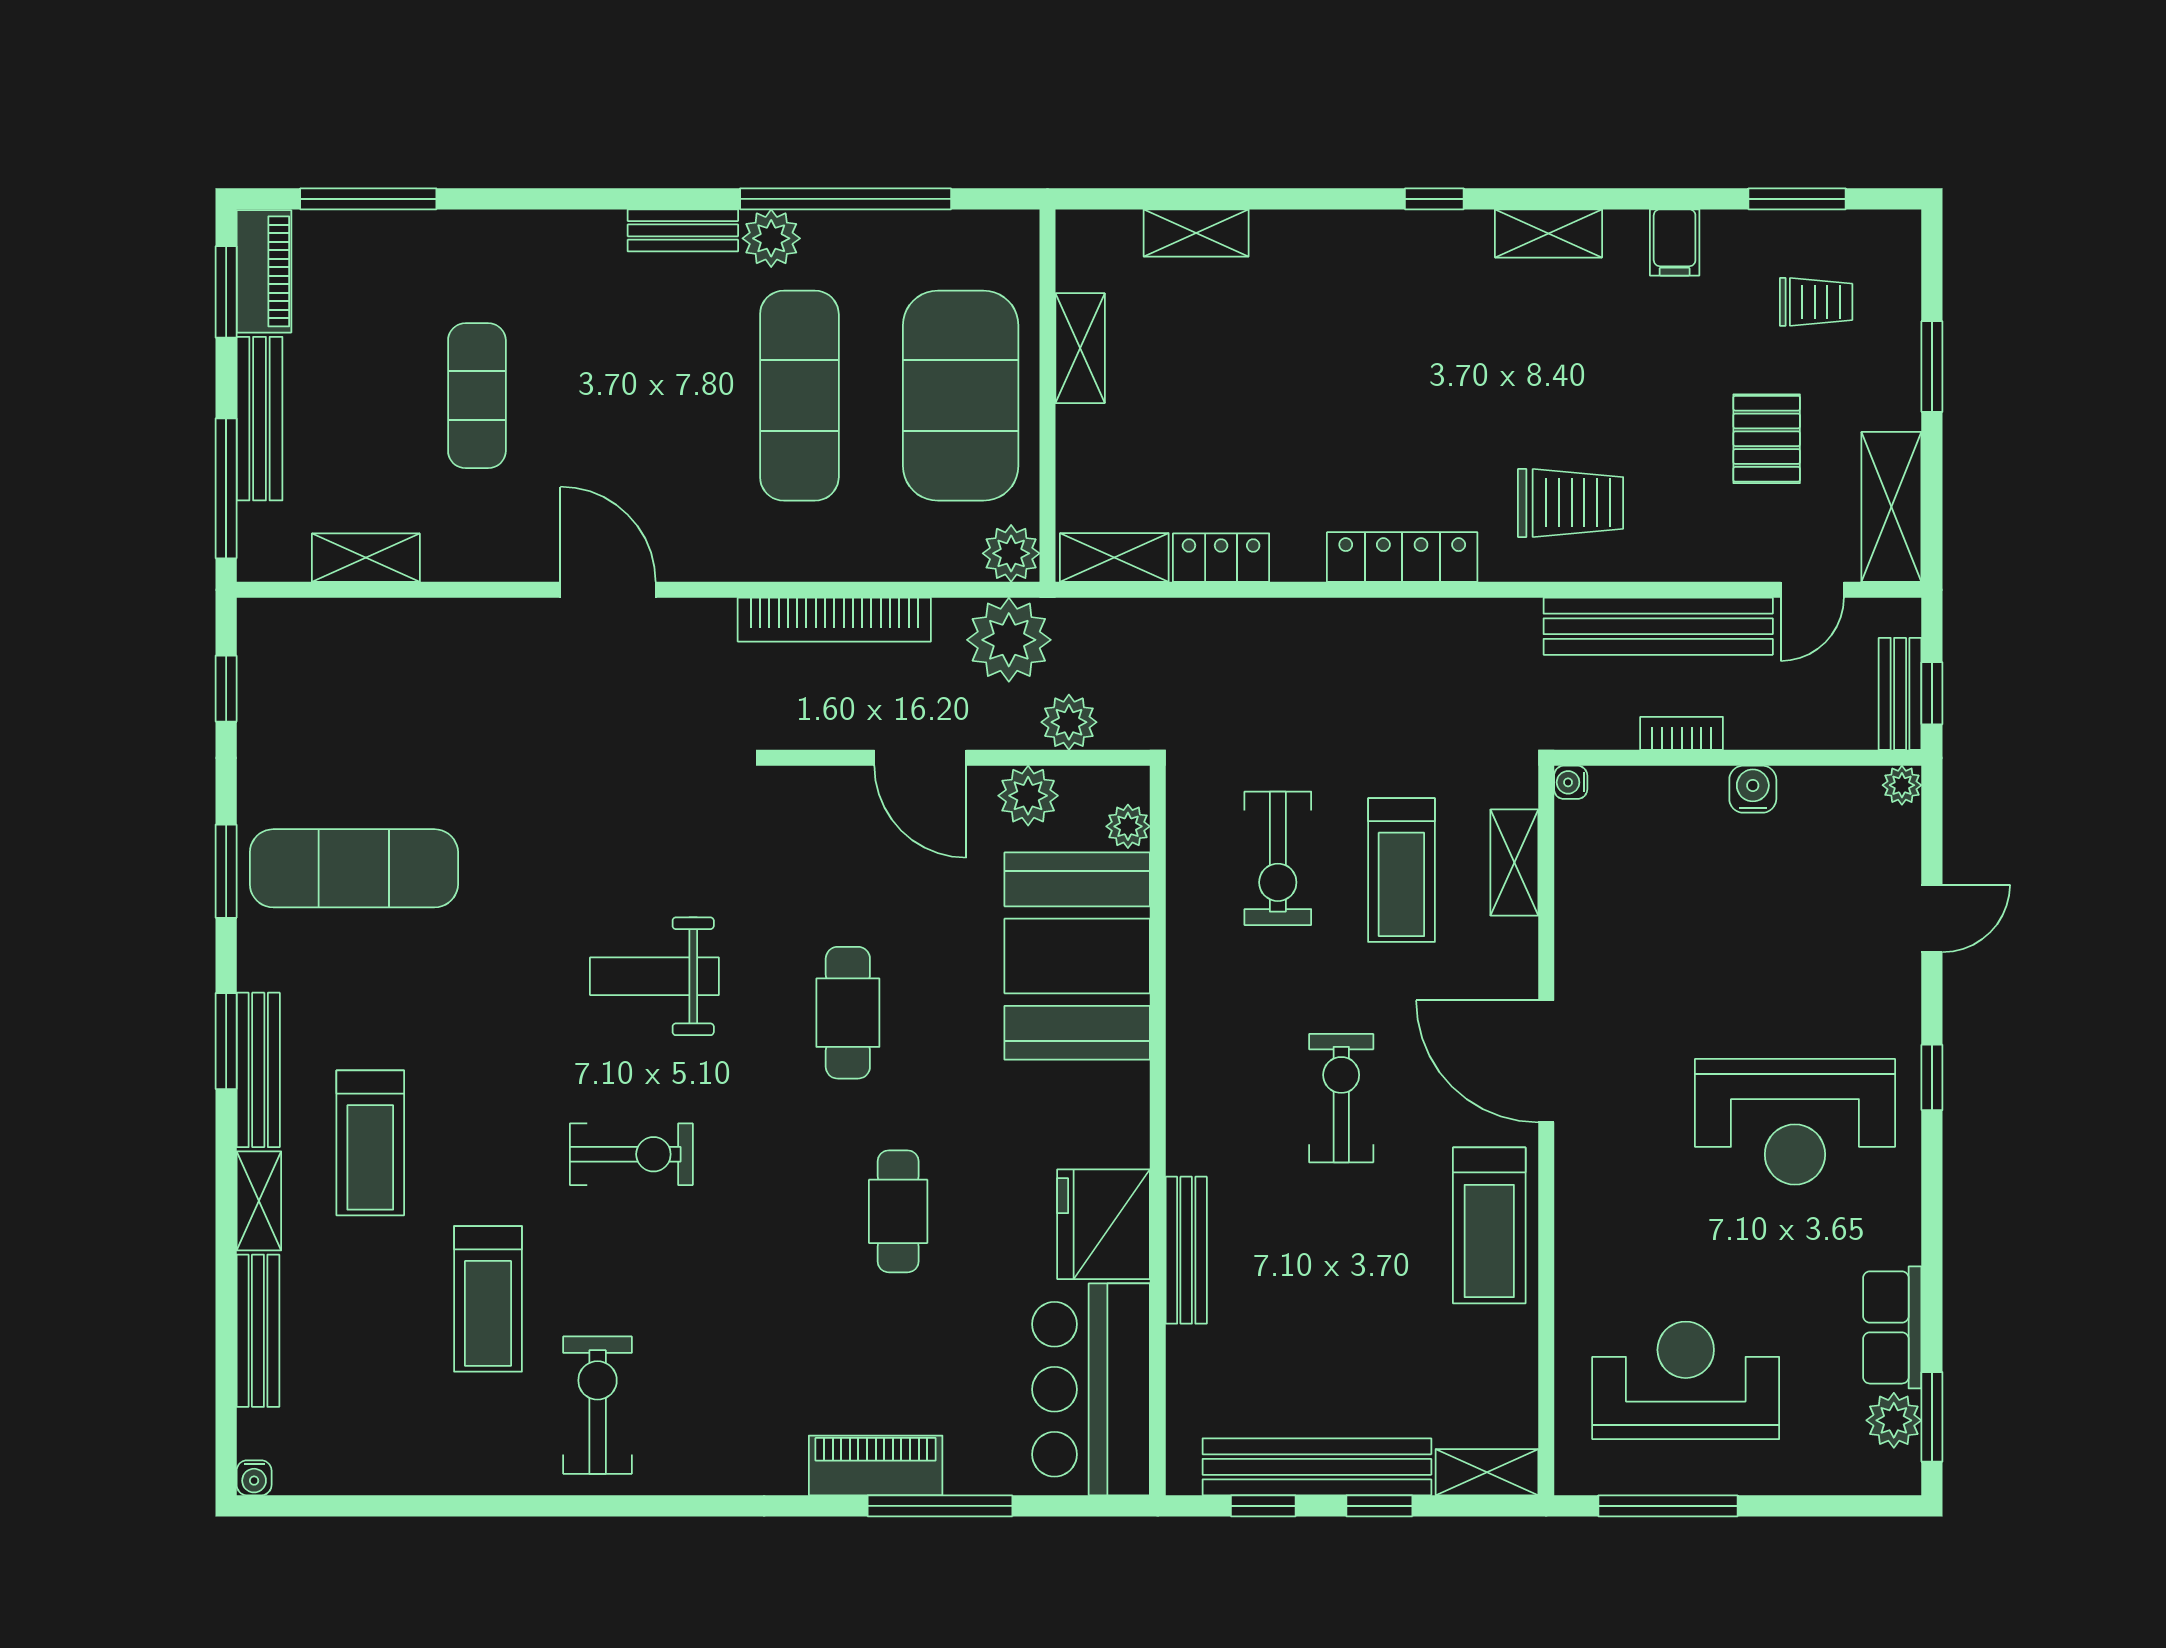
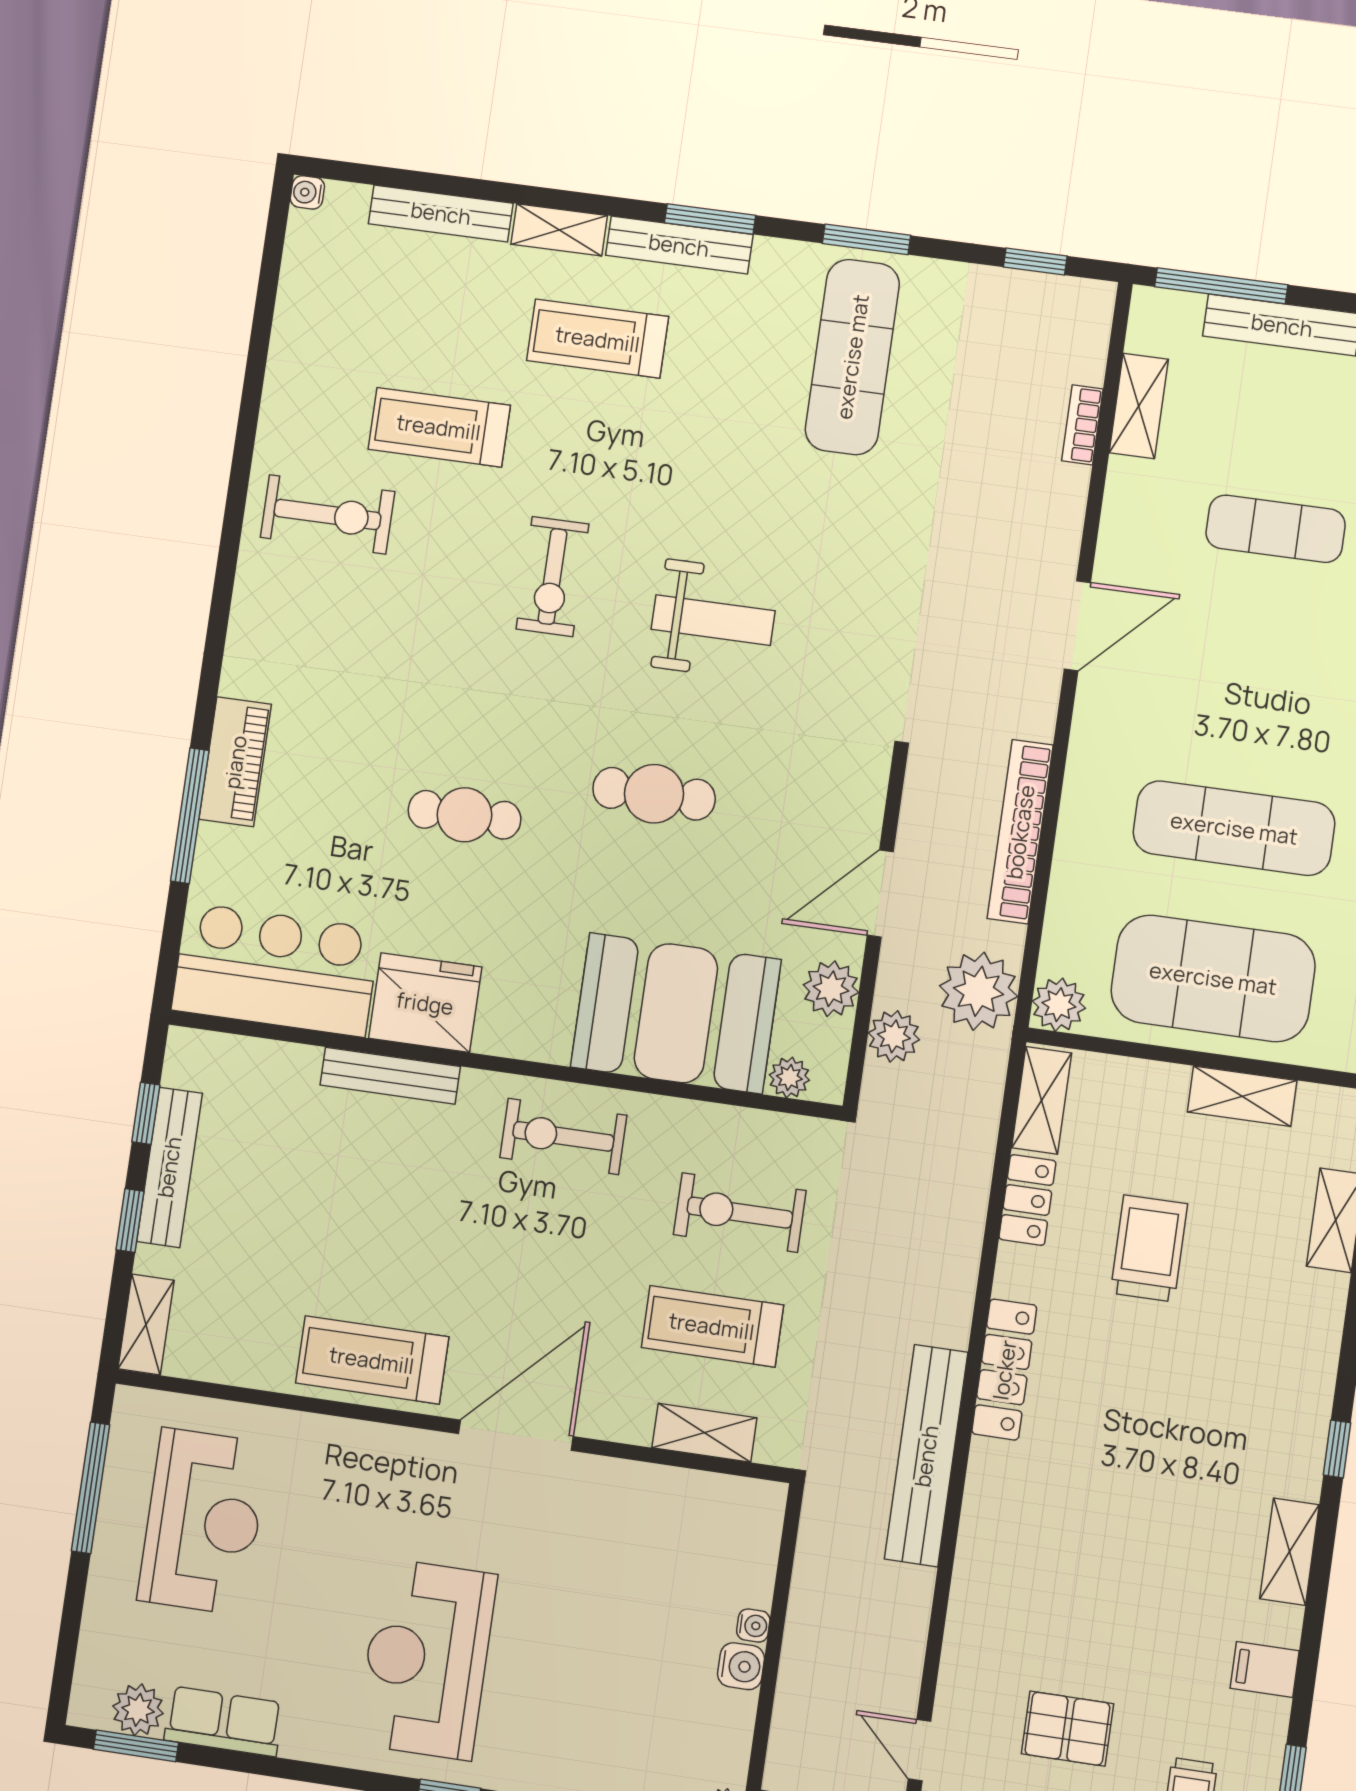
trolley: (1571, 503) -> (1149, 1248), moved, turned 180
bench: (1658, 626) -> (926, 1456), moved
bookcase: (1682, 733) -> (1082, 425), moved, turned 180
water cooler: (1571, 782) -> (753, 1626), moved, turned 90
weight bench: (654, 976) -> (713, 620), turned 90
exercise bike: (1341, 1098) -> (563, 1136), moved, turned 180
bench: (1317, 1467) -> (169, 1167), width x0.73, depth x0.82

